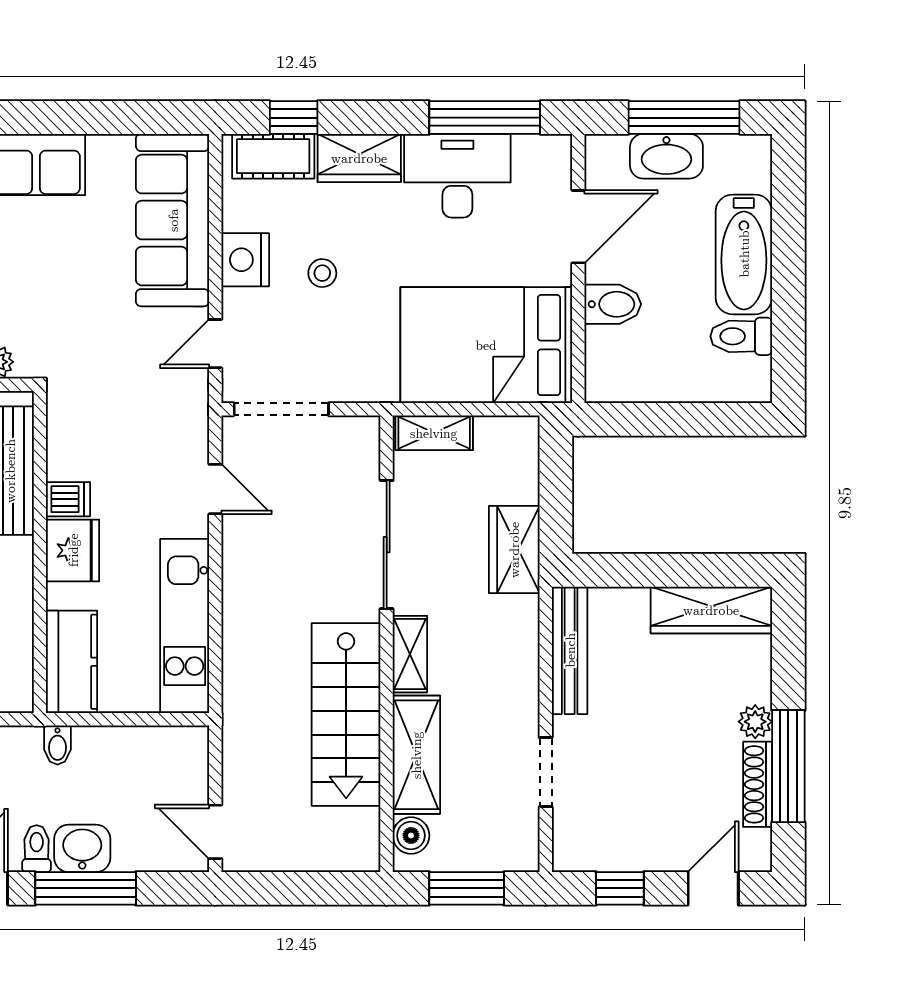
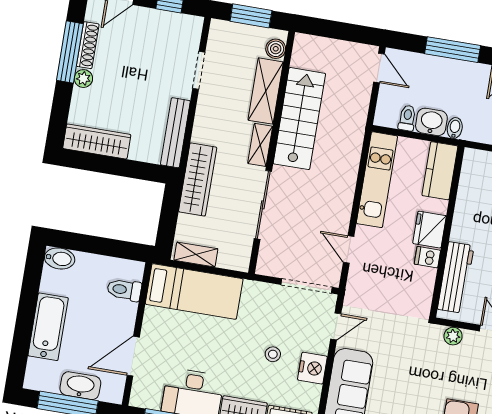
bidet: (613, 304) -> (60, 259), moved, turned 180
toilet: (741, 336) -> (124, 290), moved, turned 180
bed: (486, 345) -> (194, 291), width x0.67
shelving: (434, 433) -> (196, 255), moved
wardrobe: (514, 550) -> (198, 179), width x1.50
washbasin: (82, 848) -> (431, 122), moved, turned 180
toilet: (37, 849) -> (407, 118), moved, turned 180

